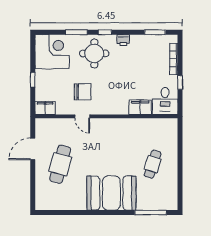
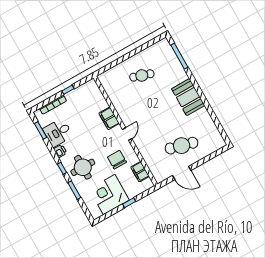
corner desk: (52, 52) -> (109, 195), moved
desk: (165, 101) -> (58, 133), moved, turned 180
filing cabinet: (140, 107) -> (109, 118), moved
filing cabinet: (45, 108) -> (140, 172), moved
door: (82, 116) -> (127, 134), moved
booth: (111, 193) -> (188, 97), width x0.73, depth x0.70

